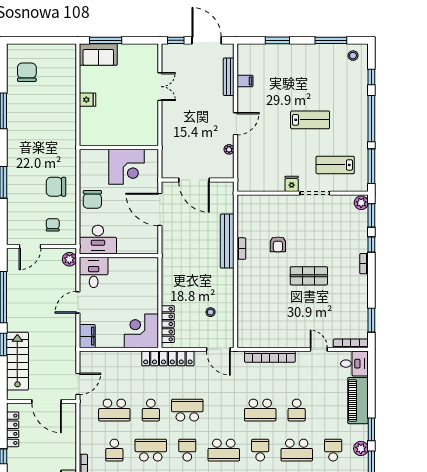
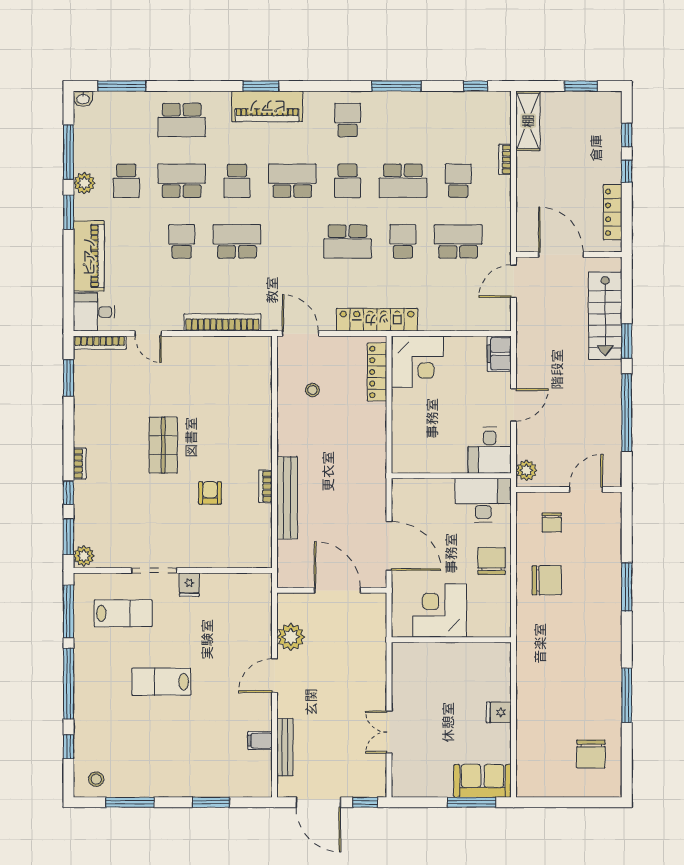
plant: (229, 149) -> (291, 637), width x1.88, depth x1.88
shop shelf: (309, 276) -> (163, 445), turned 90

